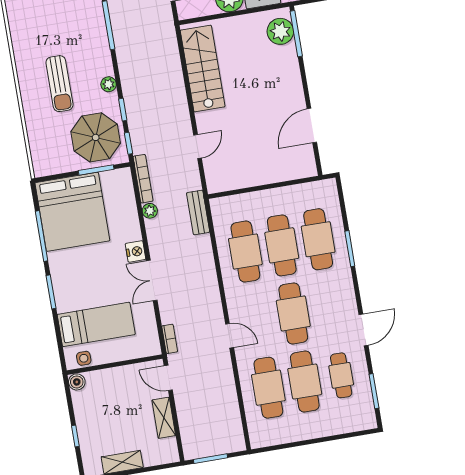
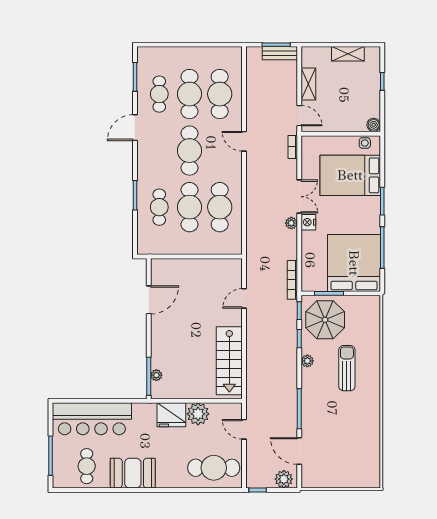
plant: (280, 31) -> (156, 375), width x0.53, depth x0.53
plant: (150, 211) -> (291, 223), moved
bench: (198, 213) -> (280, 53), moved, turned 90
cafe table: (318, 239) -> (159, 207), width x0.73, depth x0.74
bed: (96, 324) -> (350, 175), width x1.50

